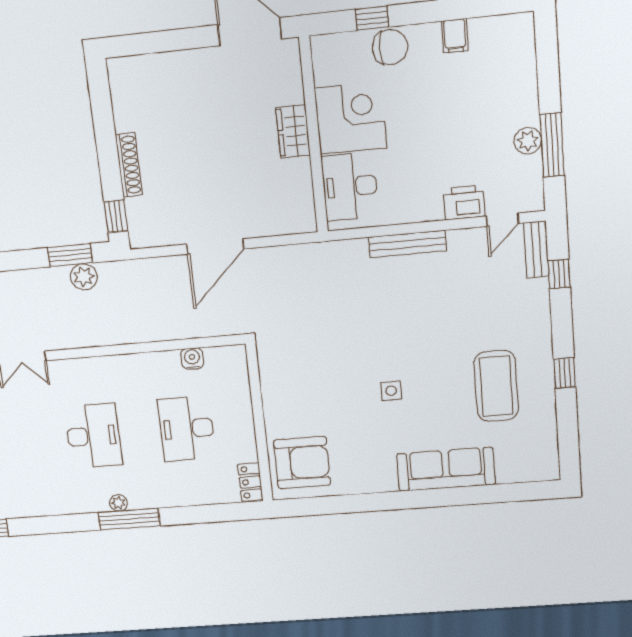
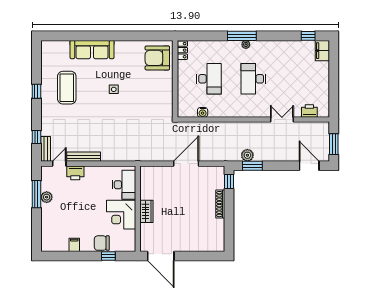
bench: (407, 244) -> (84, 157), moved

